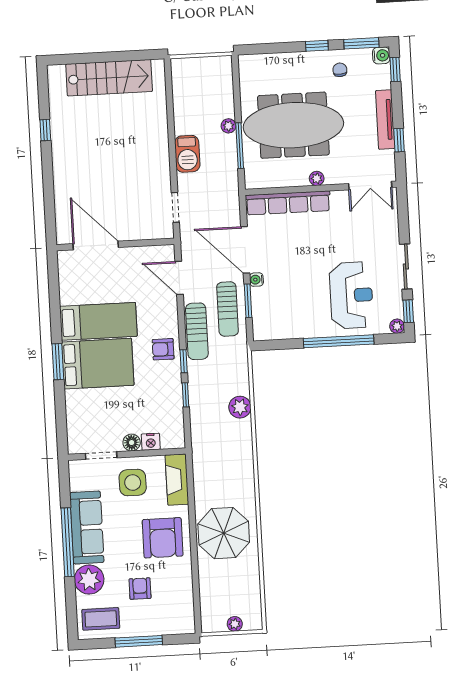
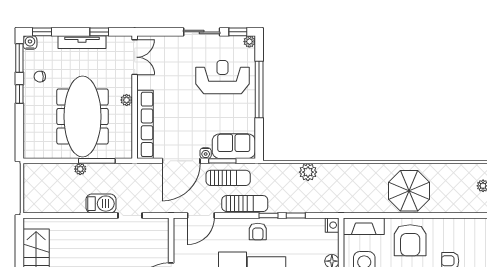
doorway: (175, 207) -> (130, 216), moved
sofa: (267, 314) -> (234, 146), added
nightstand: (151, 442) -> (332, 225), moved
armchair: (163, 538) -> (410, 240), turned 90

